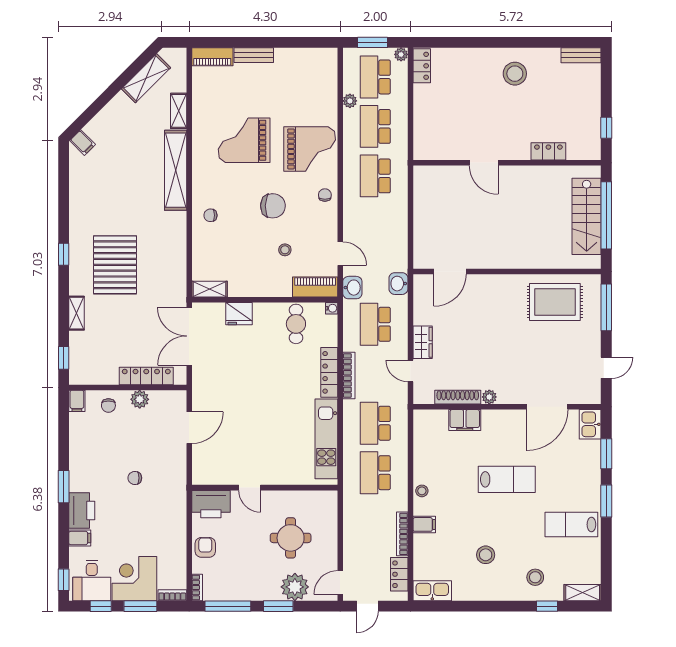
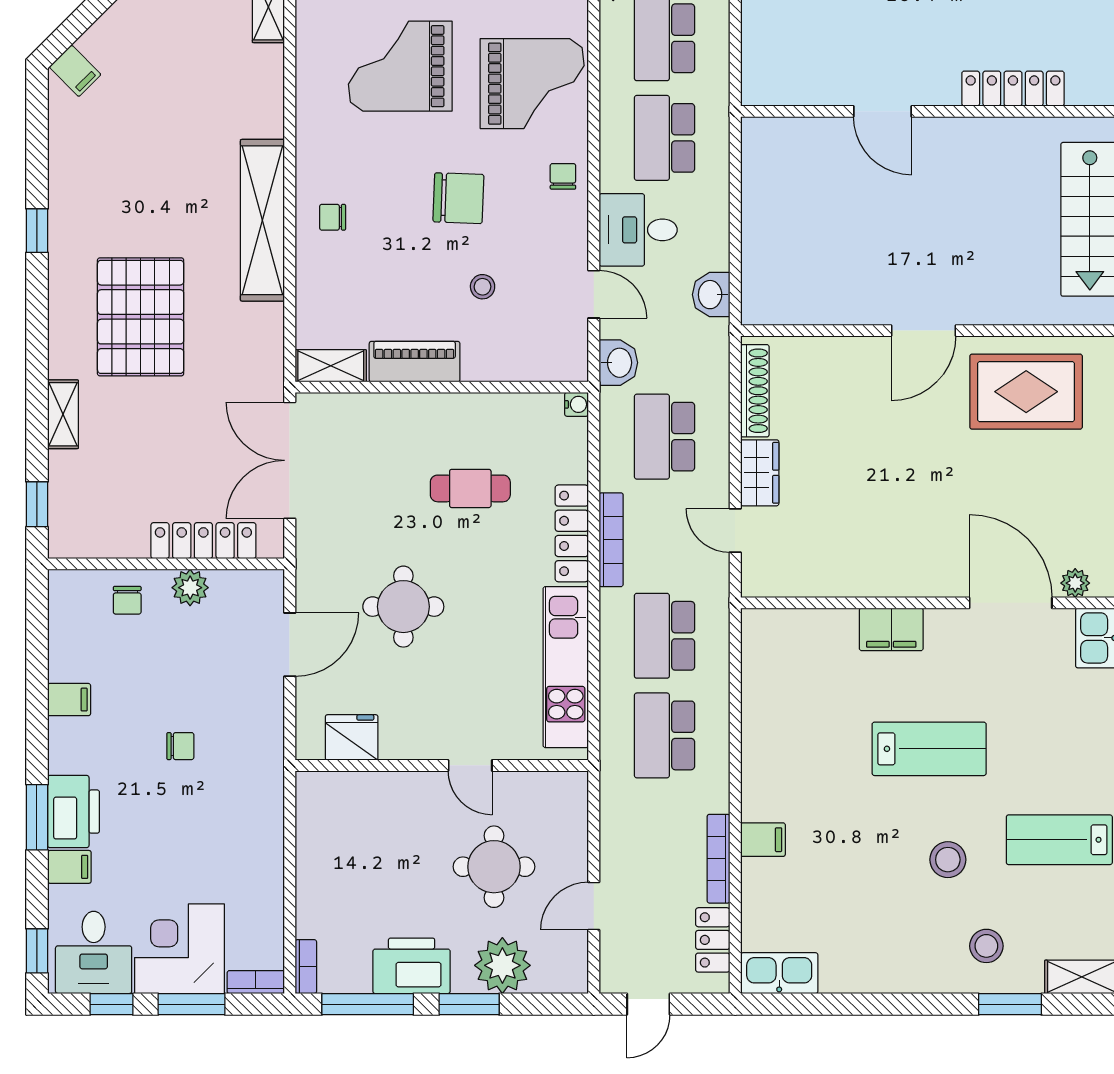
locker: (548, 151) -> (1013, 89), width x1.53
shelving: (176, 170) -> (262, 220), moved
desk: (362, 222) -> (638, 230), added
window: (64, 254) -> (37, 231), moved
door: (450, 272) -> (924, 331), moved
washbasin: (398, 284) -> (711, 295), moved
piano: (315, 287) -> (415, 362), moved
fridge: (239, 314) -> (352, 737), moved, turned 180
cafe table: (296, 324) -> (470, 488), moved, turned 90
shoe rack: (458, 397) -> (755, 391), moved, turned 90
plant: (489, 397) -> (1075, 583), moved
filing cabinet: (77, 401) -> (69, 700), moved, turned -90
door: (547, 407) -> (1011, 603), swing flipped
round table: (246, 409) -> (403, 607), added
filing cabinet: (465, 420) -> (891, 629), moved
chair: (135, 478) -> (180, 746), turned 180
window: (64, 487) -> (37, 817), moved
door: (250, 488) -> (470, 765), moved
stool: (422, 491) -> (758, 772), removed
printer: (211, 504) -> (412, 966), moved, turned 180
armchair: (205, 547) -> (322, 886), removed
stool: (486, 555) -> (948, 860), moved
door: (340, 583) -> (594, 906), moved
window: (547, 606) -> (1010, 1004), width x1.50

